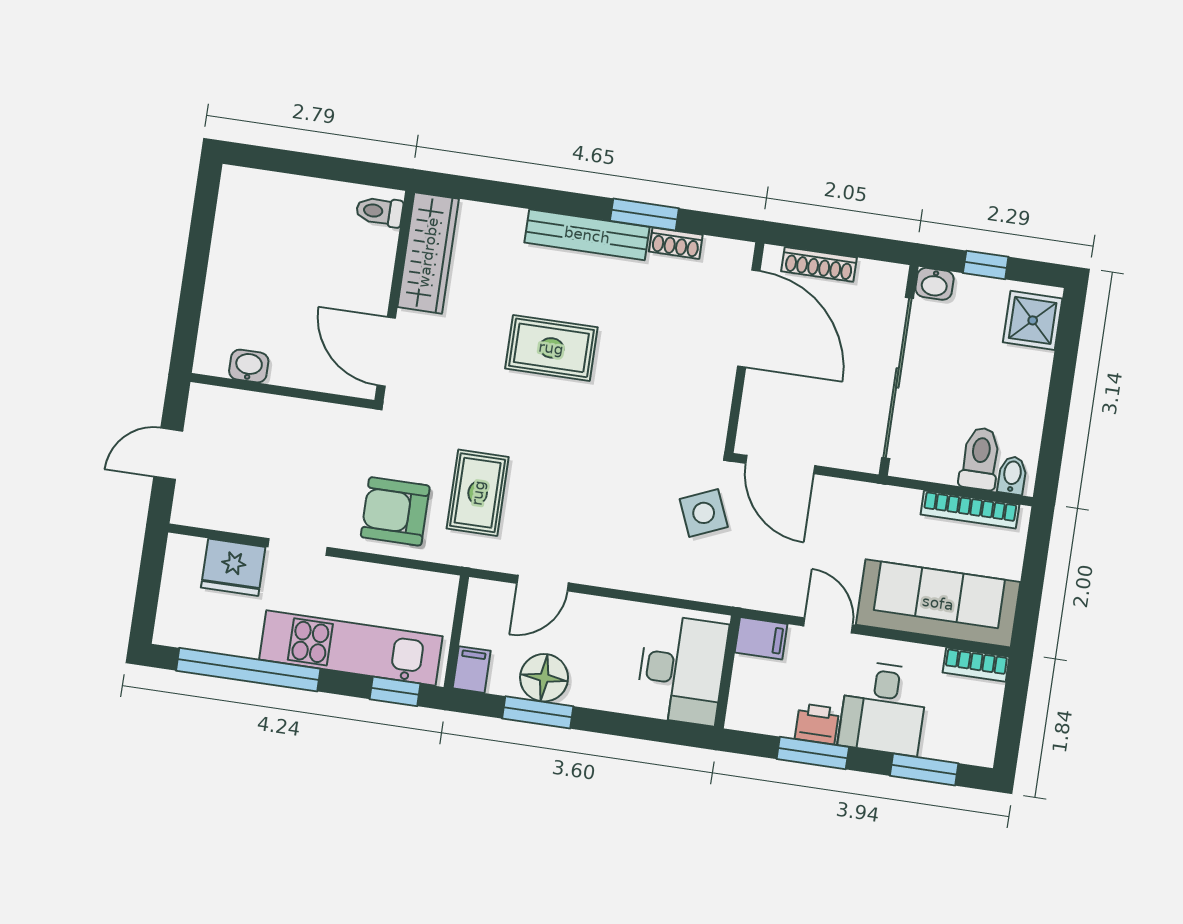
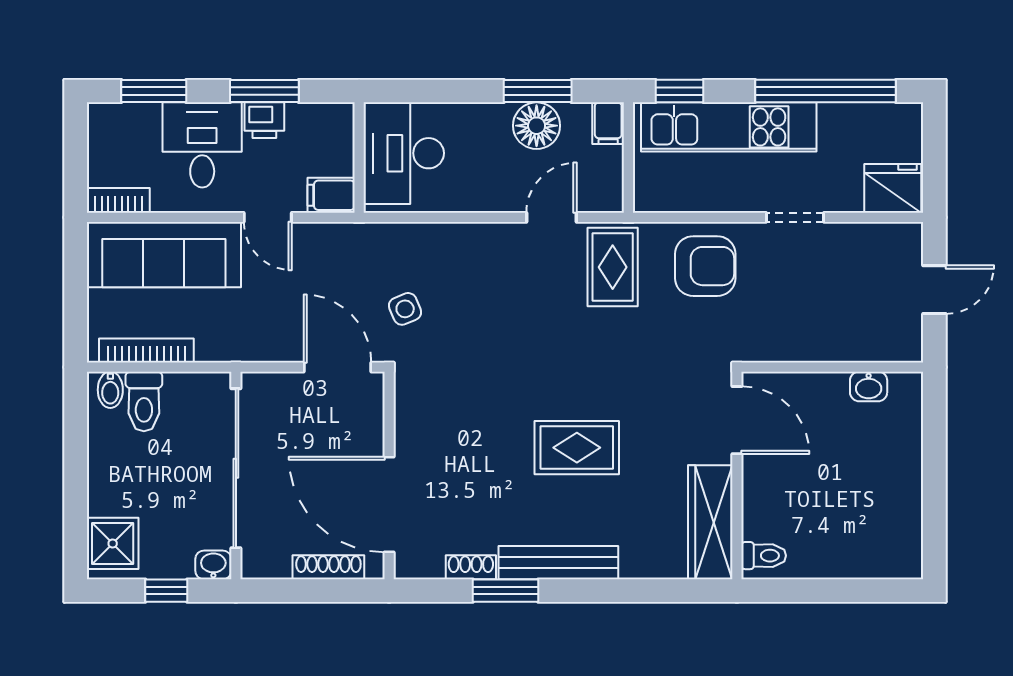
rug: (478, 493) -> (613, 267), moved
side table: (704, 513) -> (405, 309), width x0.73, depth x0.73
fridge: (233, 567) -> (893, 188), moved

